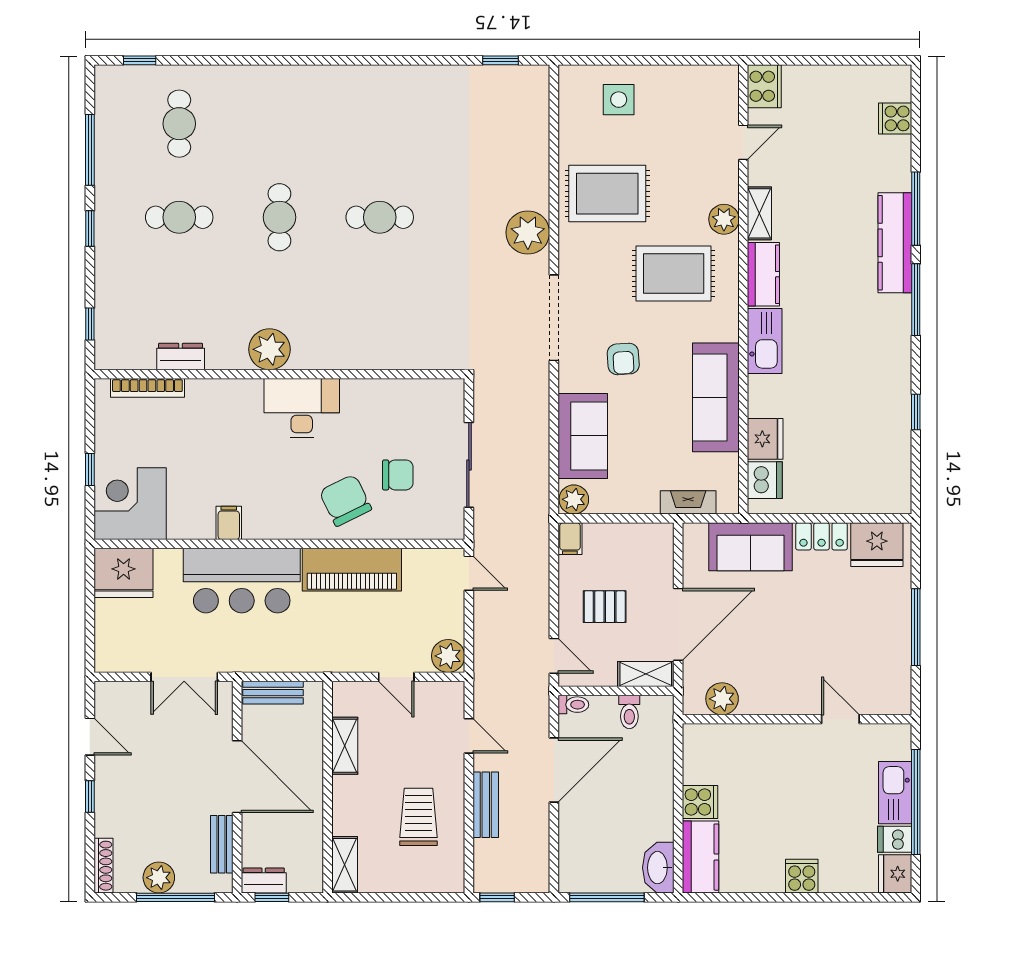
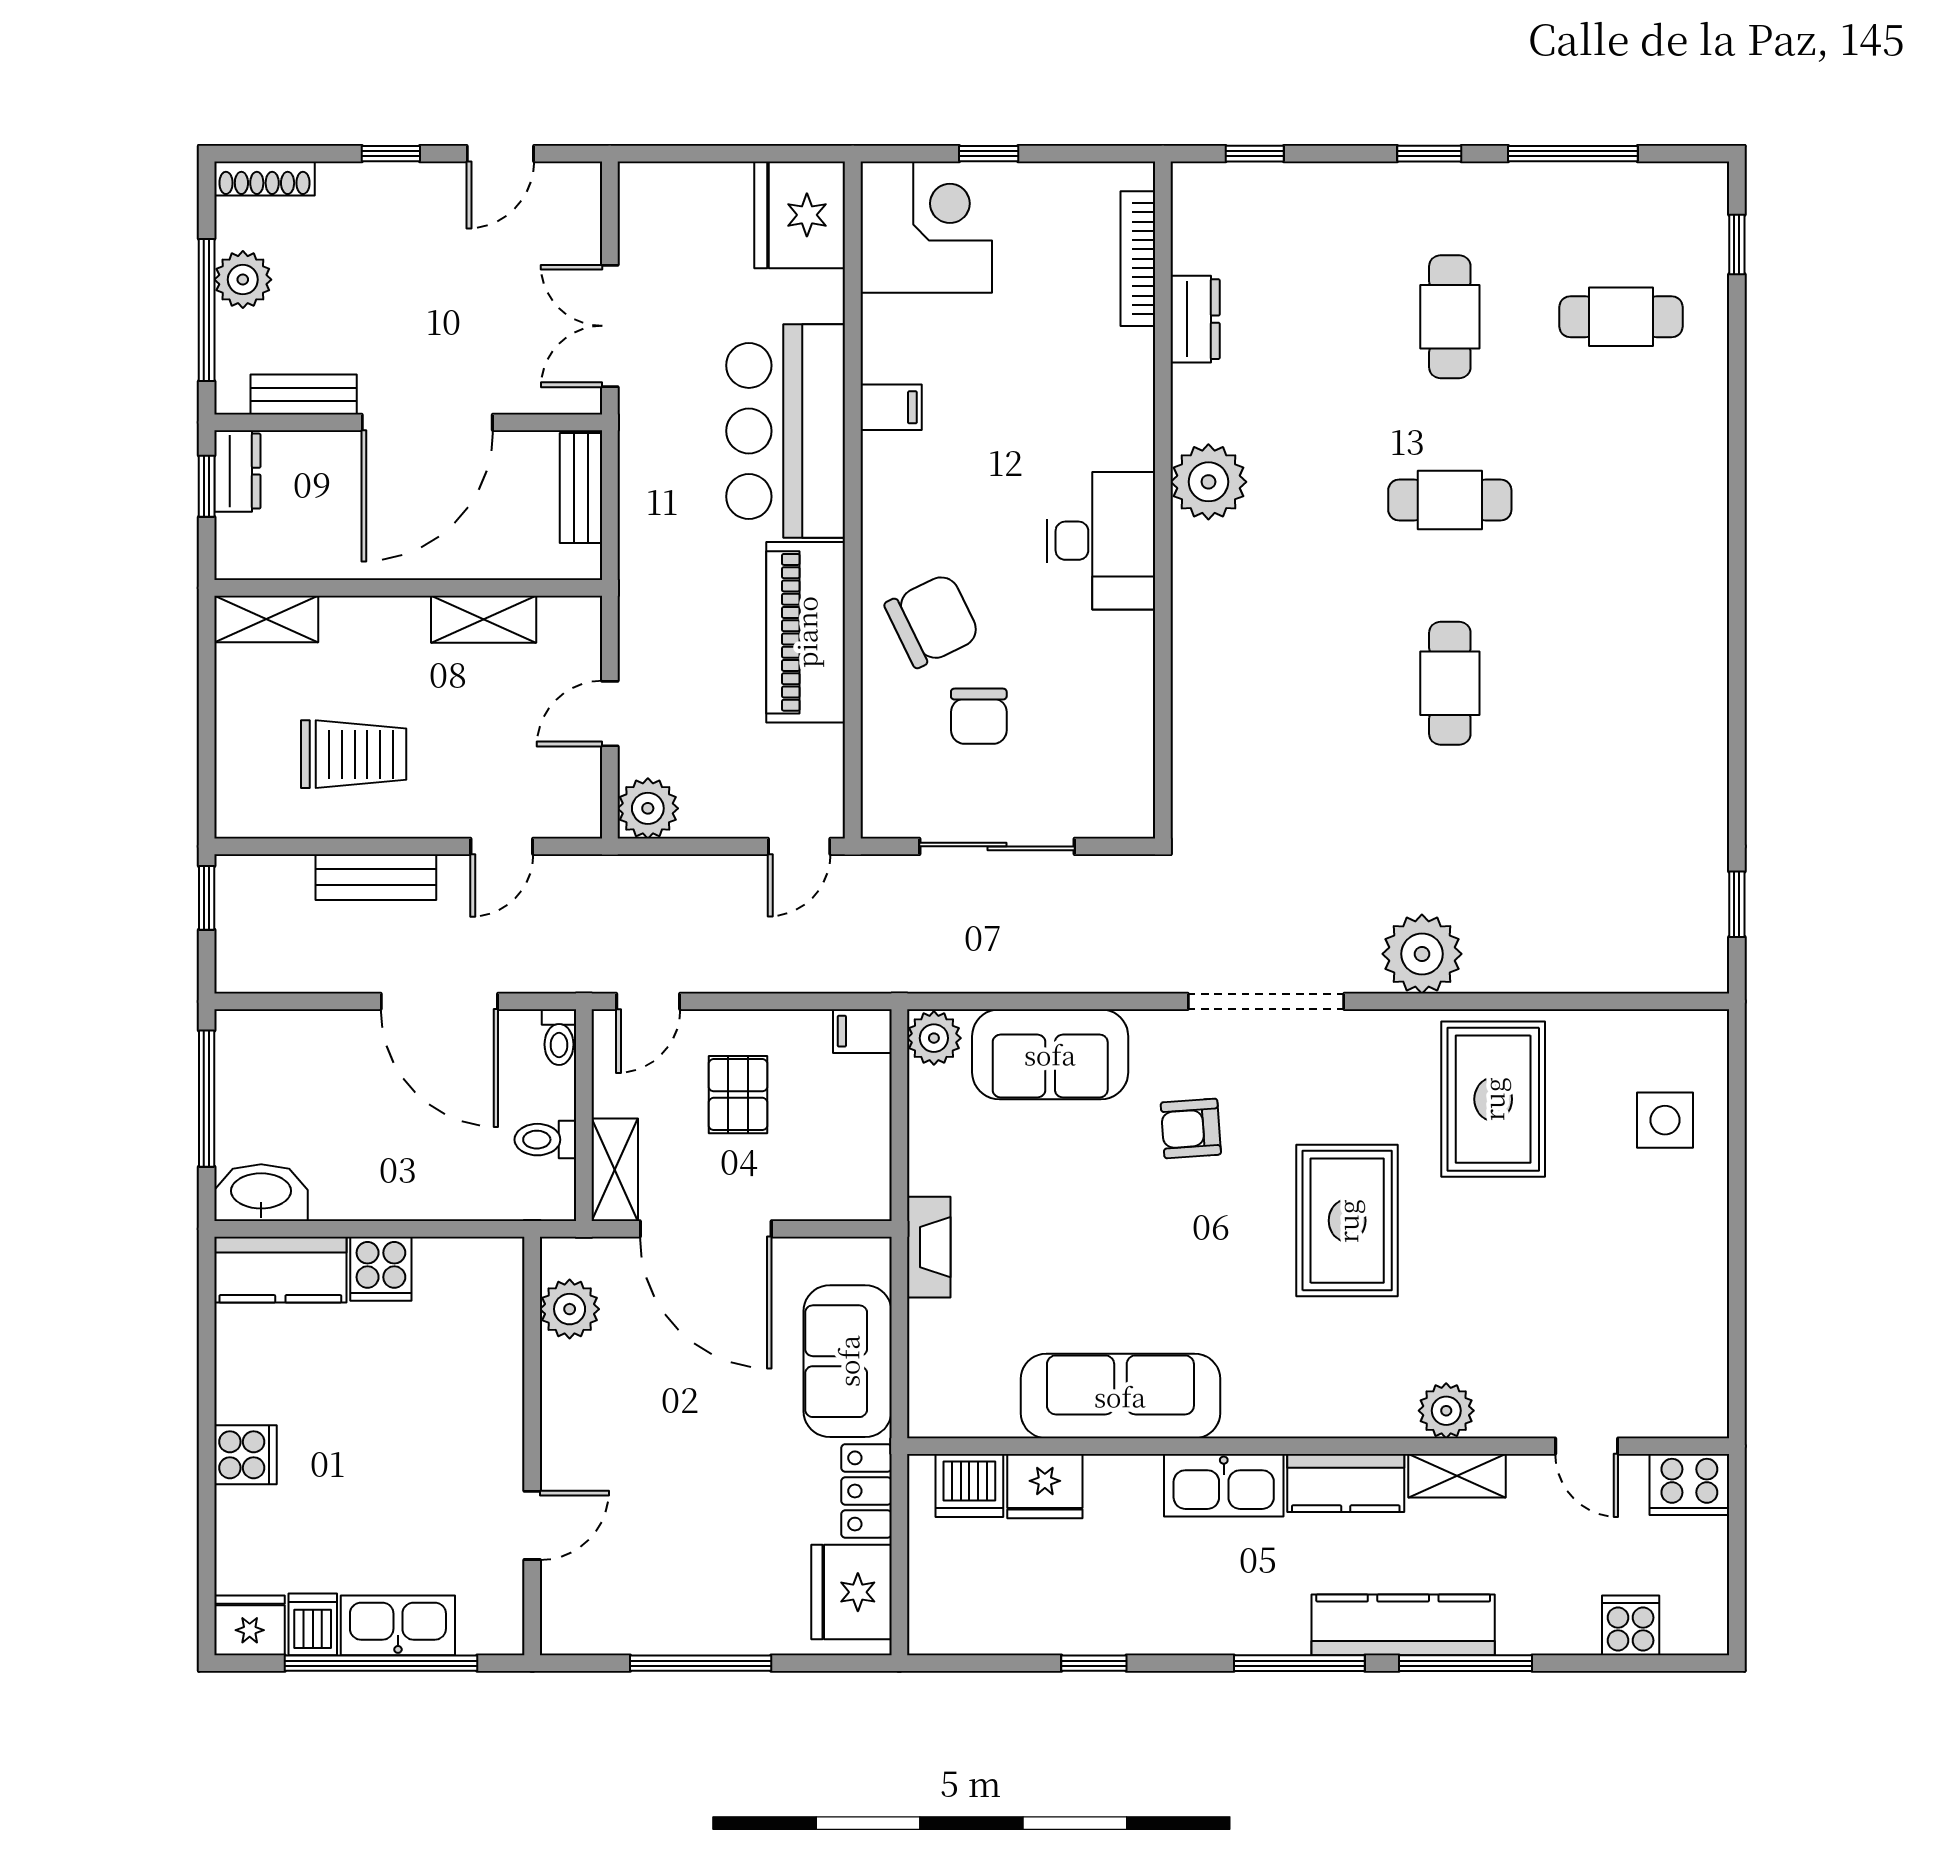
cooker: (764, 86) -> (1689, 1484), moved
door: (743, 142) -> (1587, 1446), moved
shelving: (759, 213) -> (1457, 1476), moved
plant: (724, 219) -> (1446, 1411), moved
kitchen counter: (763, 274) -> (1346, 1483), moved
wall: (743, 289) -> (1318, 1446), moved
kitchen sink: (765, 341) -> (1224, 1485), moved
sofa: (716, 397) -> (1120, 1396), moved
fridge: (765, 439) -> (1045, 1486), moved
dishwasher: (765, 480) -> (969, 1485), moved

